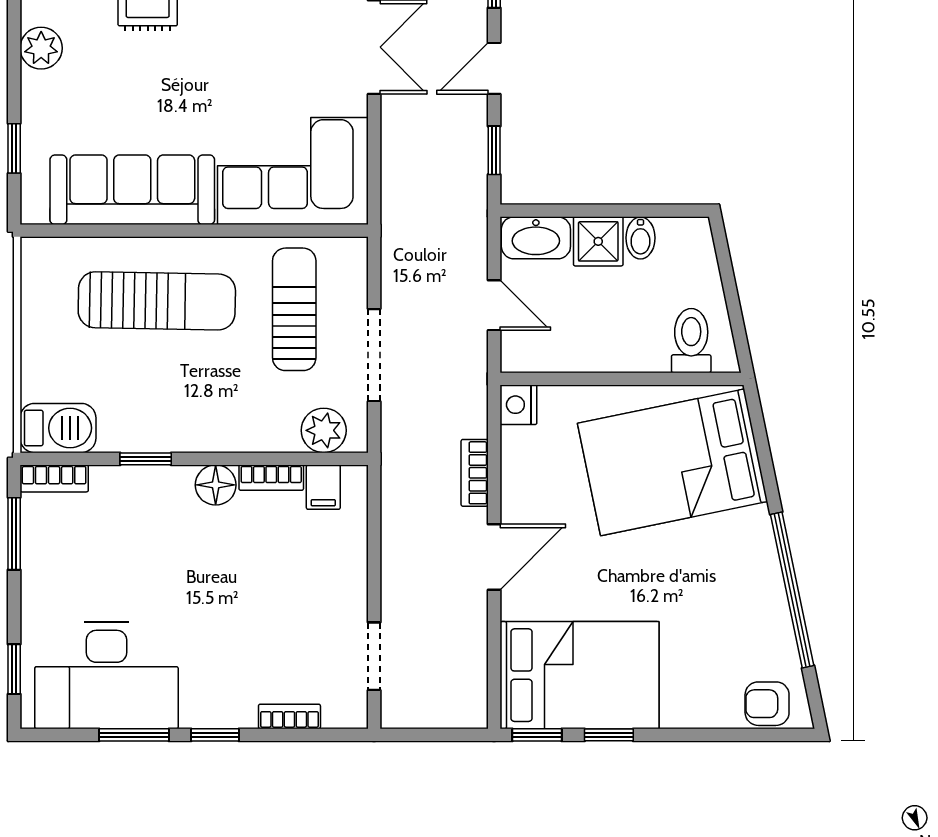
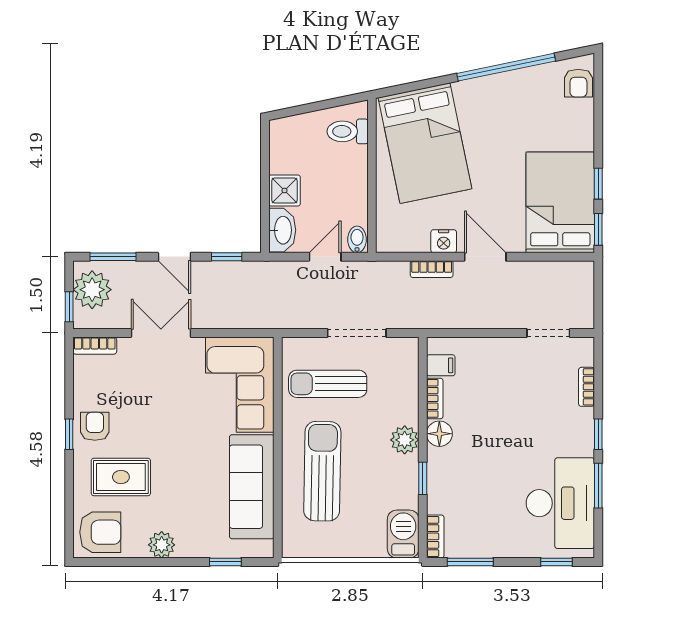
bidet: (641, 238) -> (357, 239), moved, turned -90
nightstand: (518, 405) -> (444, 241), moved
plant: (324, 430) -> (405, 440), moved

